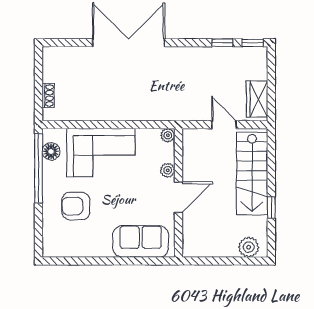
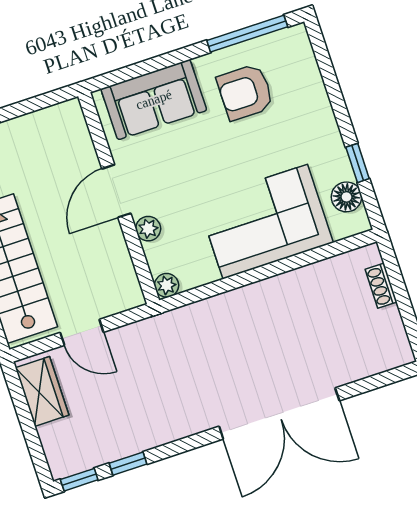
window: (39, 168) -> (358, 163), width x0.32
armchair: (76, 206) -> (245, 92), moved, turned 180
window: (76, 261) -> (247, 34), added

